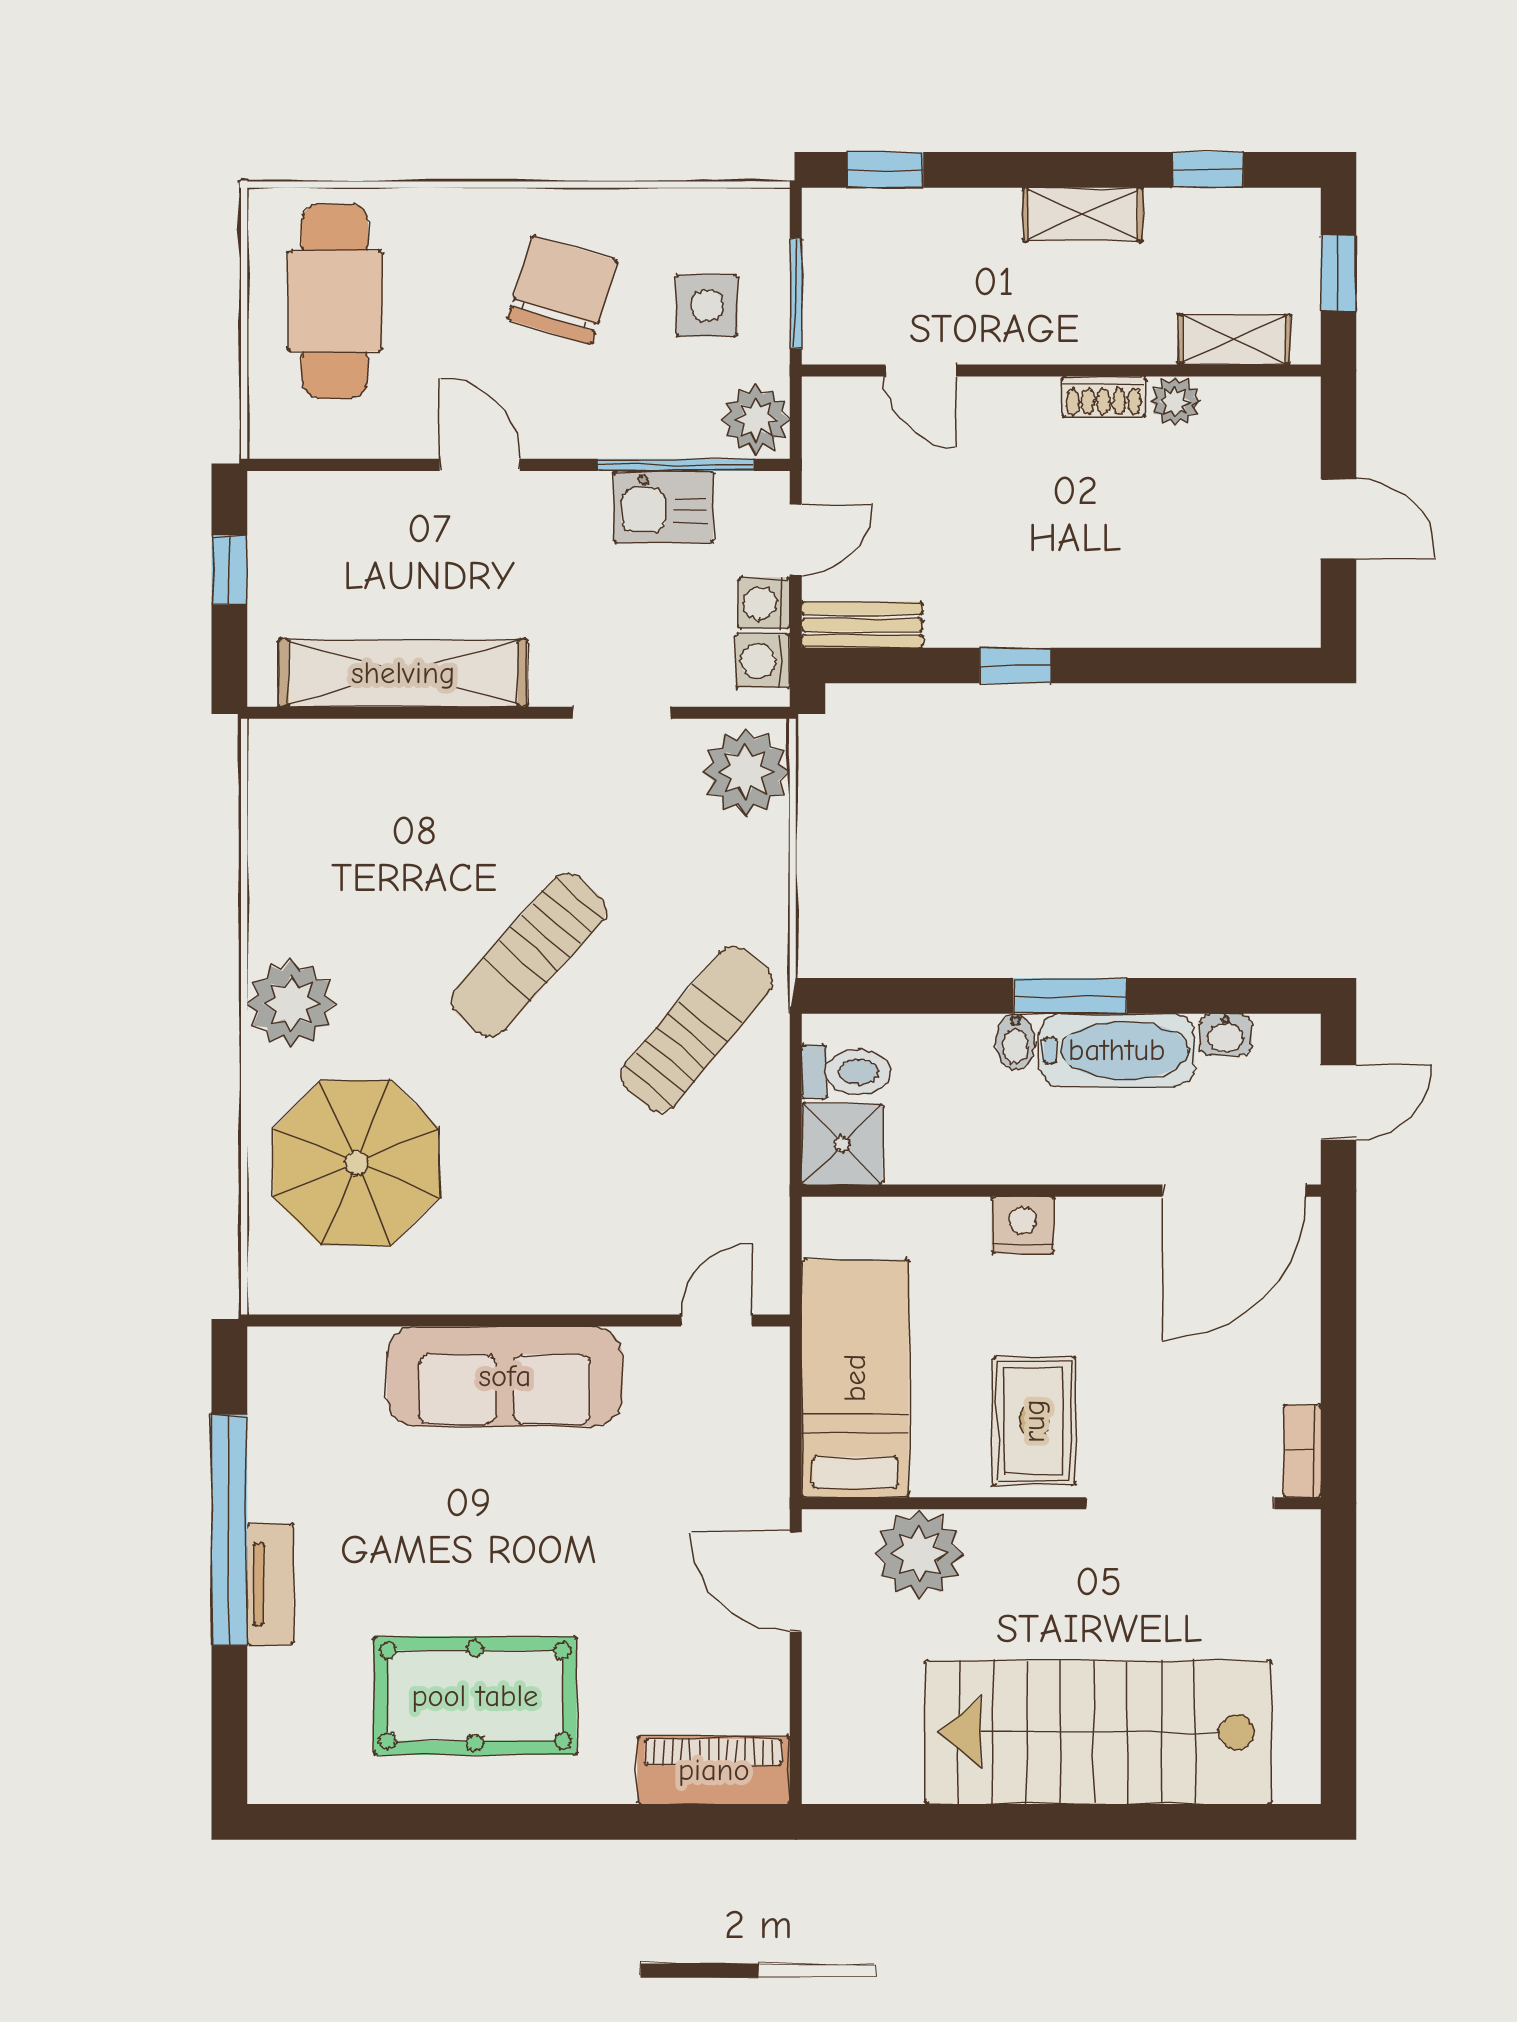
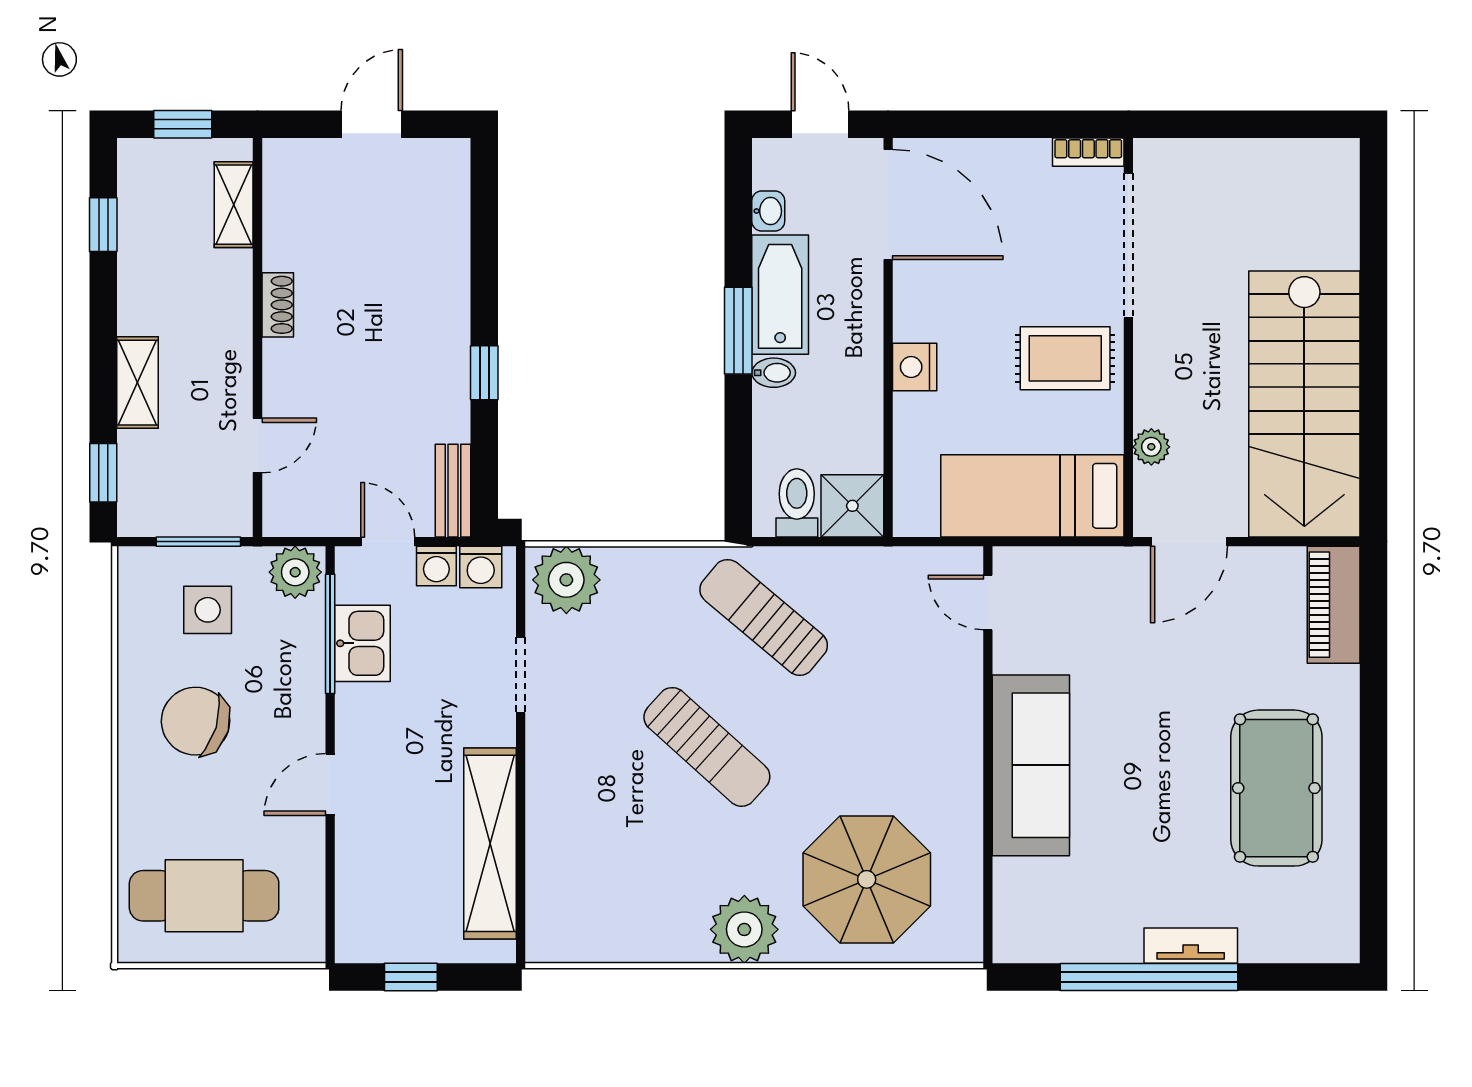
shelving: (1083, 214) -> (138, 383), moved
plant: (1175, 401) -> (281, 250), removed
plant: (919, 1554) -> (1151, 447), width x0.53, depth x0.53
stairs: (1098, 1732) -> (1304, 404), moved

